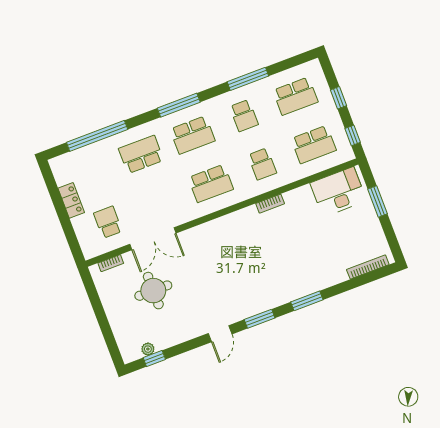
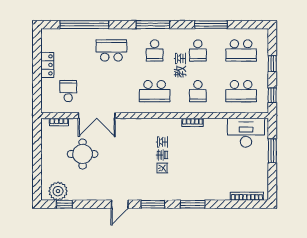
school desk: (193, 135) -> (155, 50), width x0.54
plant: (148, 349) -> (58, 191), width x1.88, depth x1.88

